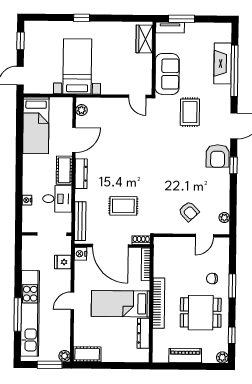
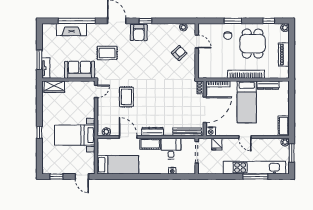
armchair: (218, 156) -> (139, 33), turned 90
rug: (123, 206) -> (126, 97), moved

